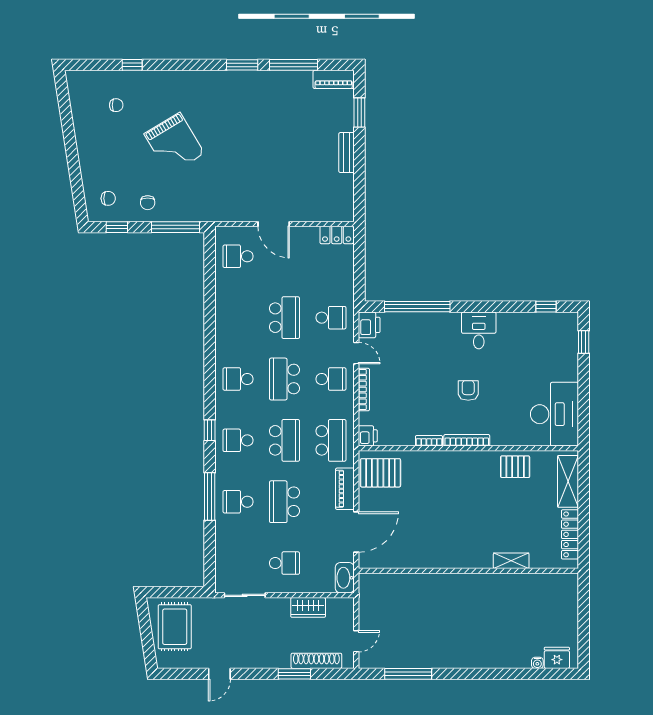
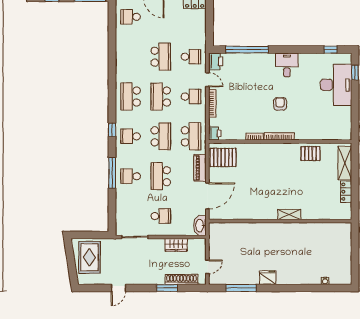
school desk: (238, 379) -> (131, 97), width x1.85
desk: (554, 414) -> (336, 85), moved
locker: (570, 534) -> (346, 192), width x0.66
shelving: (511, 561) -> (289, 215), moved
fridge: (557, 658) -> (268, 278), moved

